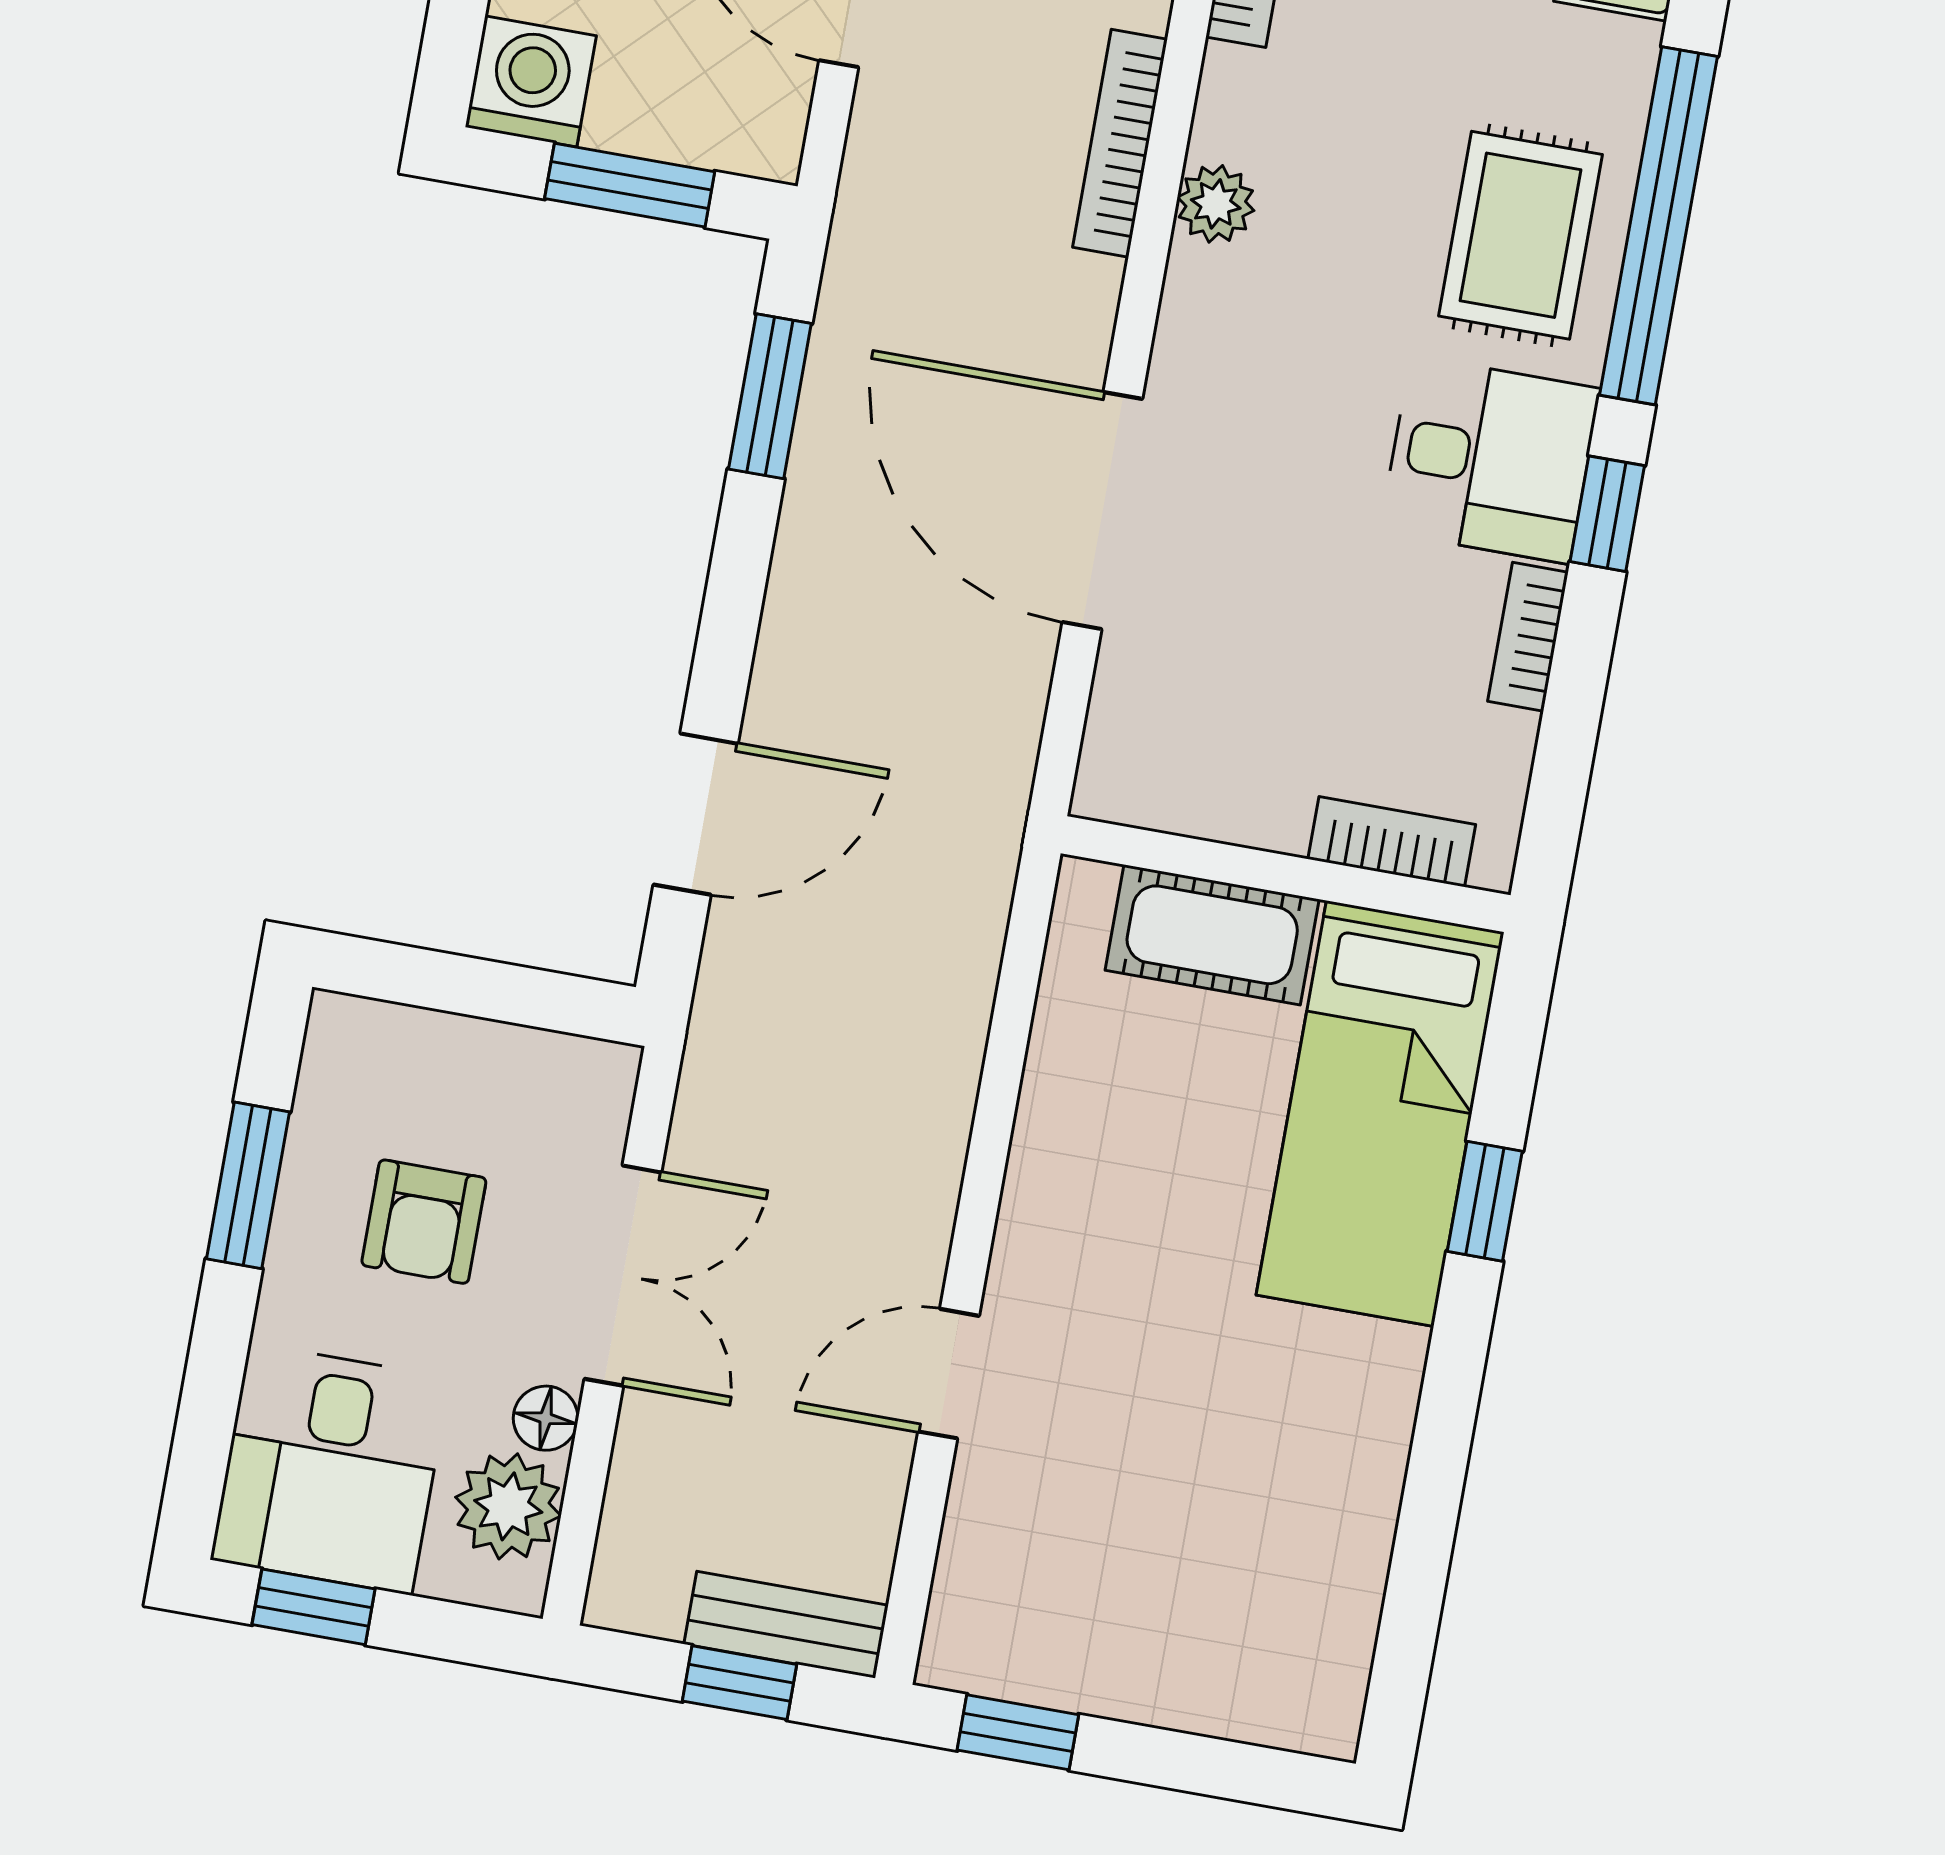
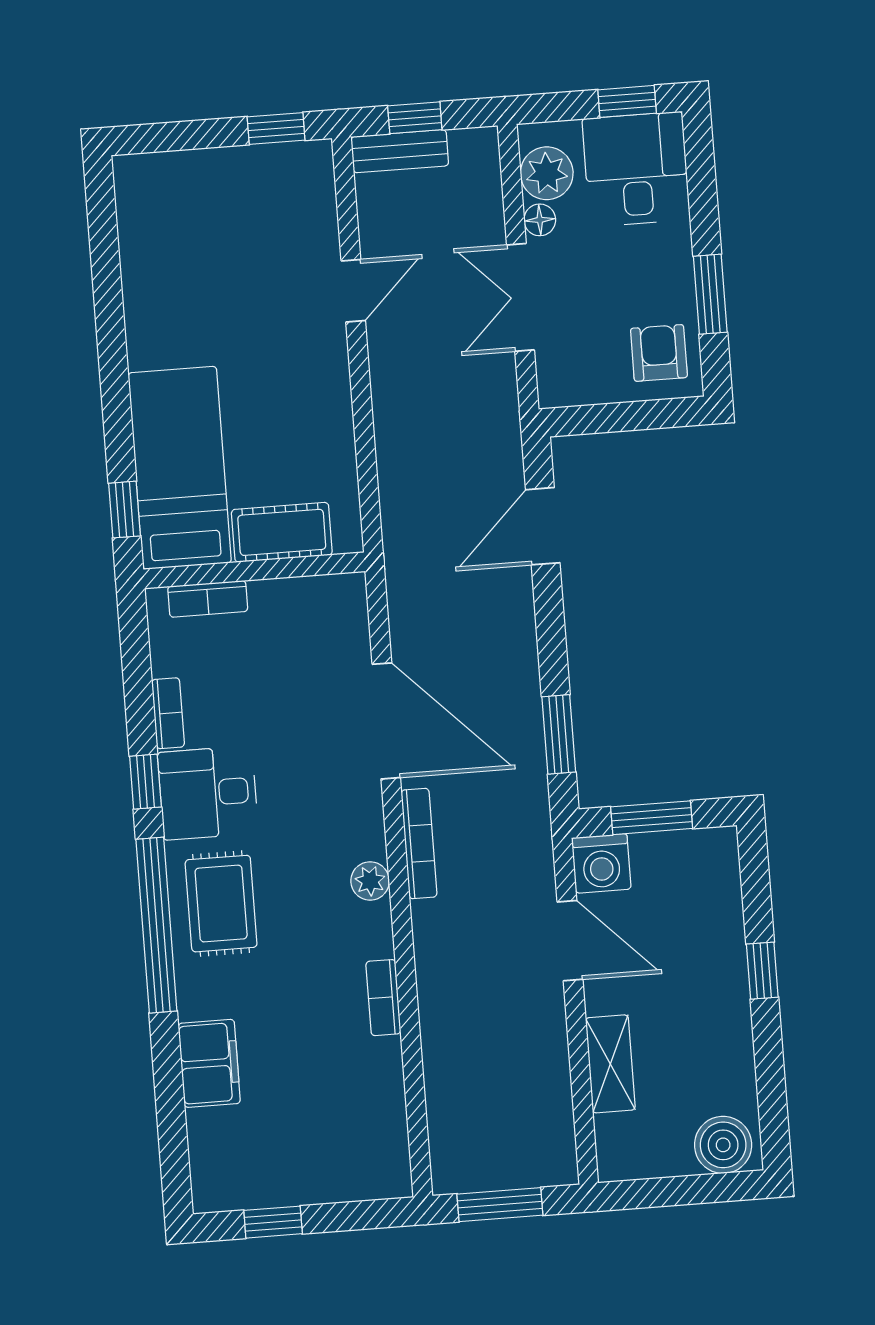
washing machine: (531, 81) -> (601, 863), moved
bookcase: (1120, 143) -> (419, 843), moved
window: (1485, 1201) -> (125, 510), moved
armchair: (424, 1222) -> (659, 353), moved

